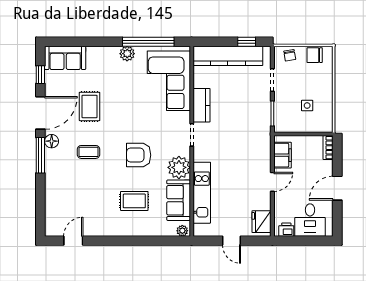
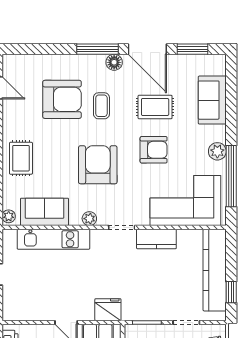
sofa: (65, 58) -> (212, 100), moved
window: (40, 75) -> (193, 49), width x1.50
armchair: (126, 108) -> (154, 150), added
armchair: (139, 155) -> (98, 165), width x1.36, depth x1.36
plant: (179, 167) -> (89, 219), width x0.53, depth x0.53
armchair: (83, 185) -> (62, 99), added
rug: (134, 201) -> (21, 158), moved
fridge: (261, 222) -> (108, 310), moved

